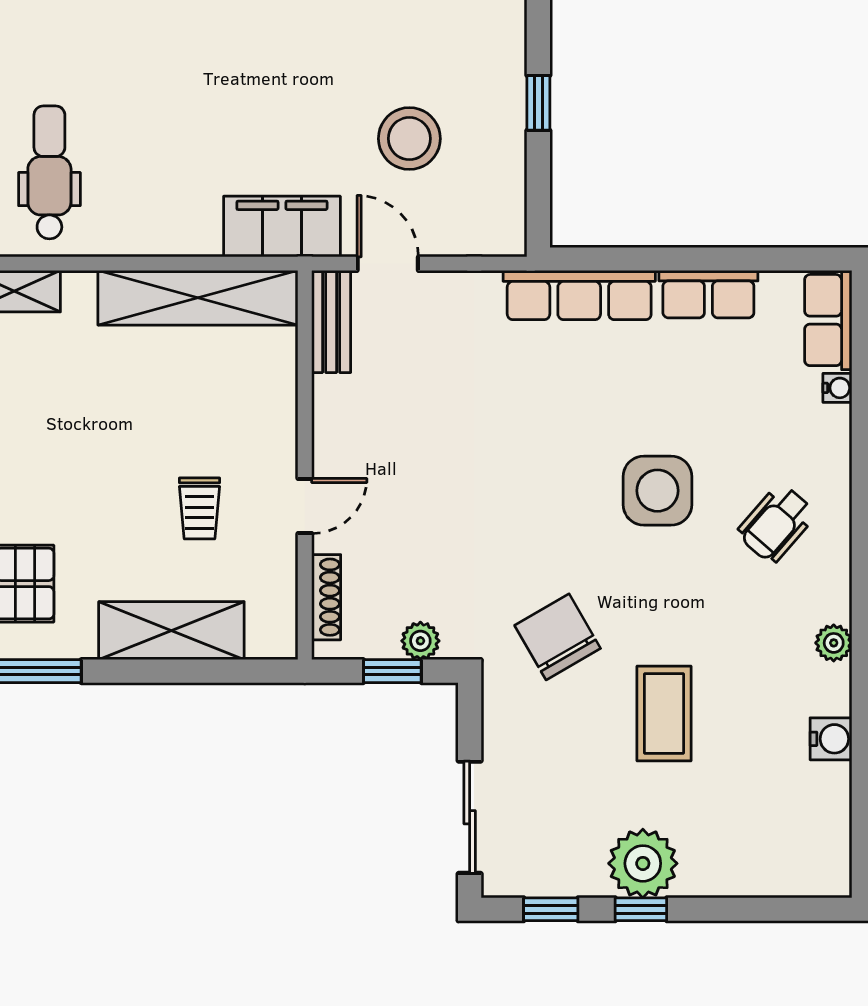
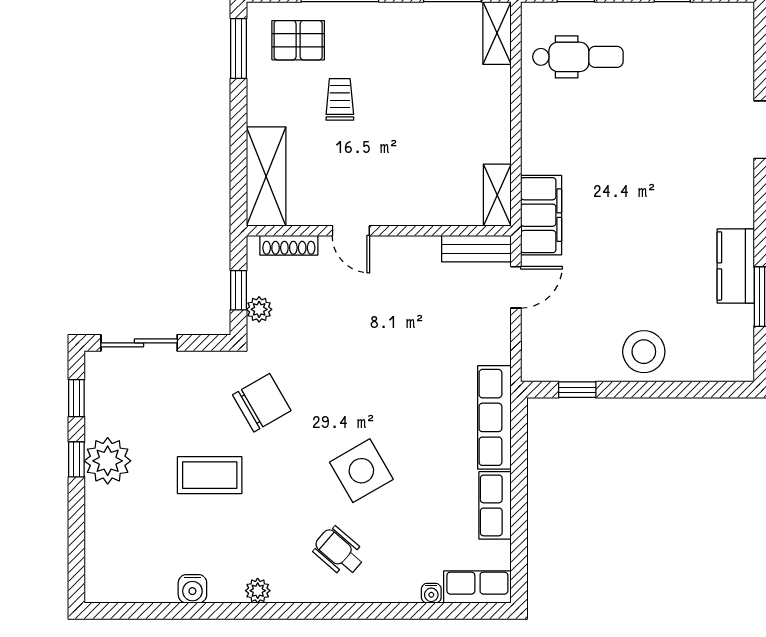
window: (538, 103) -> (577, 390), moved
stool: (409, 139) -> (644, 352), moved
shelving: (198, 298) -> (497, 195), width x0.45, depth x0.75
side table: (657, 491) -> (361, 471), turned -30
trolley: (199, 508) -> (340, 99), moved, turned 90
shelving: (171, 631) -> (266, 177), moved

